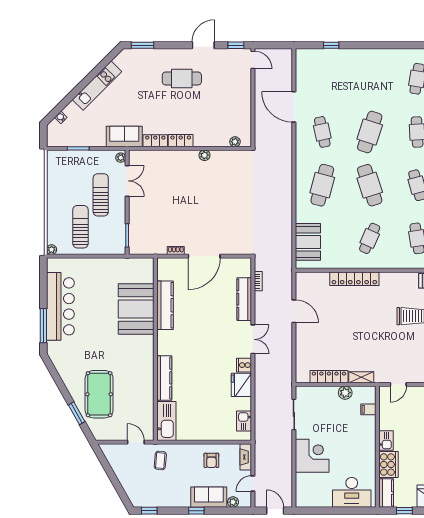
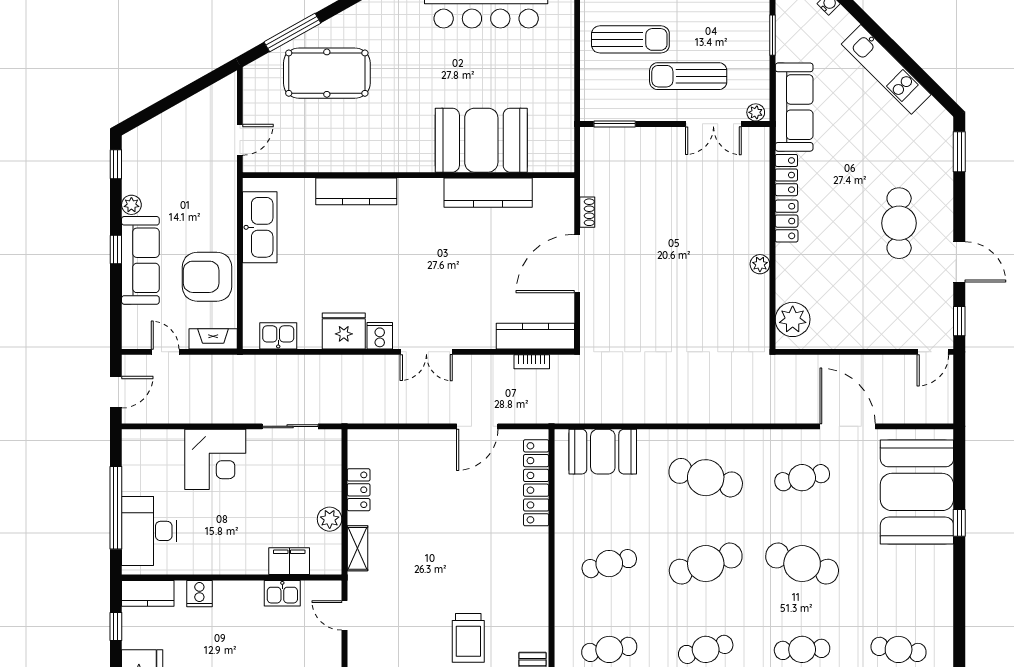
window: (331, 45) -> (959, 523), moved
booth: (330, 69) -> (917, 492), added
door: (294, 107) -> (848, 426), hinge flipped
sofa: (124, 136) -> (794, 107), width x1.36
plant: (235, 142) -> (793, 319), width x1.87, depth x1.87
sun lounger: (101, 195) -> (688, 76), turned 180
cafe table: (370, 238) -> (609, 564), turned -39
door: (204, 256) -> (577, 263), hinge flipped
locker: (354, 279) -> (536, 483), moved
kitchen counter: (244, 299) -> (535, 336), moved
locker: (329, 377) -> (359, 490), width x0.66
filing cabinet: (368, 409) -> (289, 561), width x2.00
window: (77, 413) -> (292, 33), width x1.44
kitchen sink: (166, 421) -> (260, 227), moved, turned -90
kitchen sink: (386, 441) -> (282, 593), moved
coffee table: (160, 460) -> (207, 184), removed
armchair: (211, 460) -> (207, 277), width x1.88, depth x1.88
cooker: (389, 465) -> (199, 594), width x0.53, depth x0.76
sofa: (209, 497) -> (140, 260), width x1.36
plant: (233, 502) -> (131, 205), moved
window: (339, 511) -> (116, 508), added

